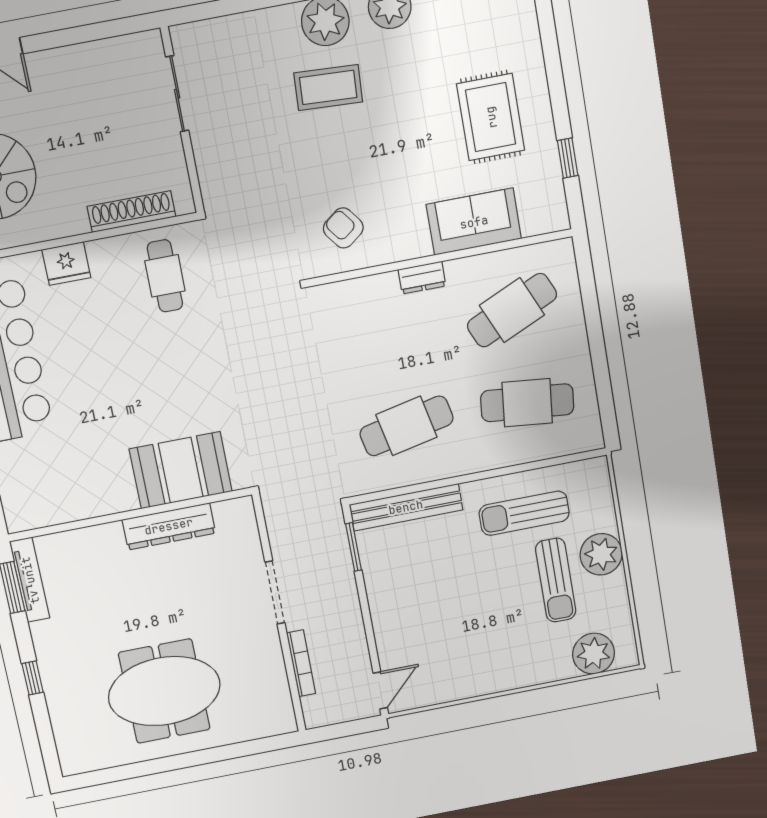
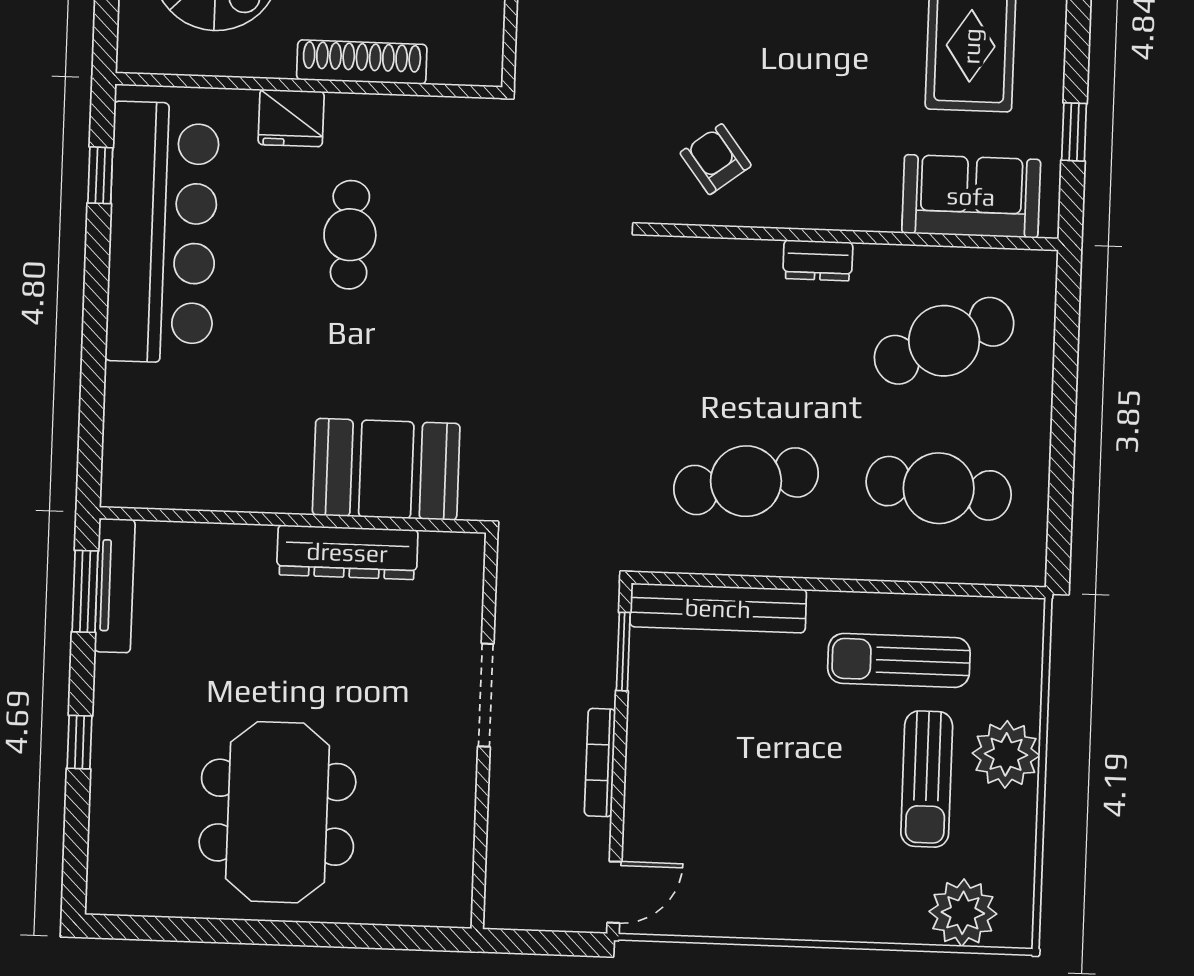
shoe rack: (131, 212) -> (362, 62), moved
sofa: (474, 222) -> (971, 196), moved
cafe table: (165, 276) -> (350, 235), moved
bookcase: (301, 663) -> (600, 762), moved, turned 180
meeting table: (164, 691) -> (277, 812), turned 90

